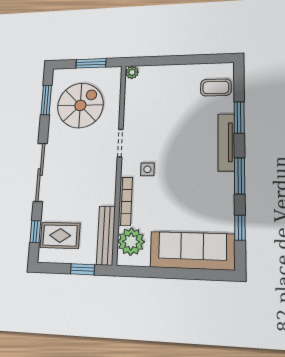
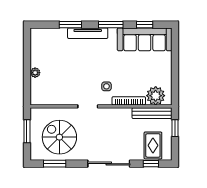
plant: (132, 72) -> (35, 73), moved
coffee table: (216, 87) -> (48, 40), removed
sofa: (192, 251) -> (145, 39), moved, turned -90

